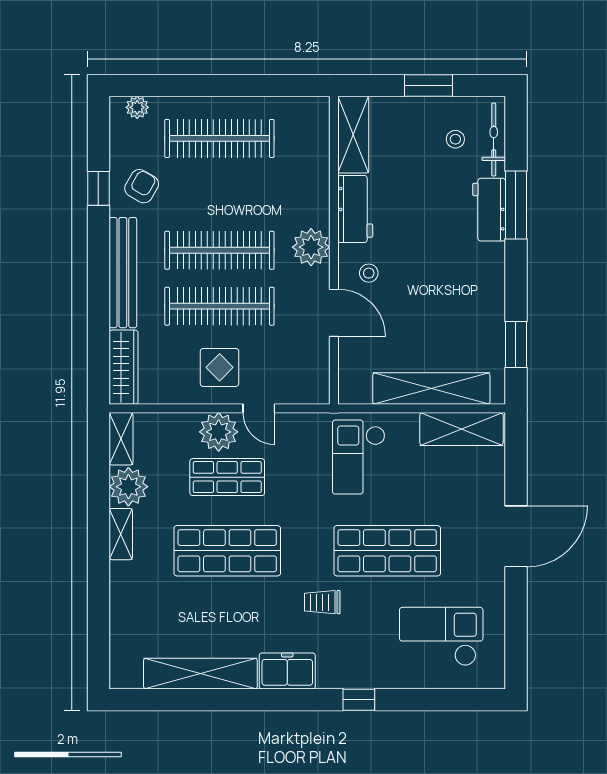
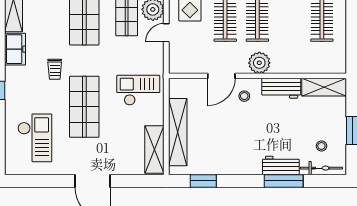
trolley: (322, 602) -> (55, 69), turned 180

